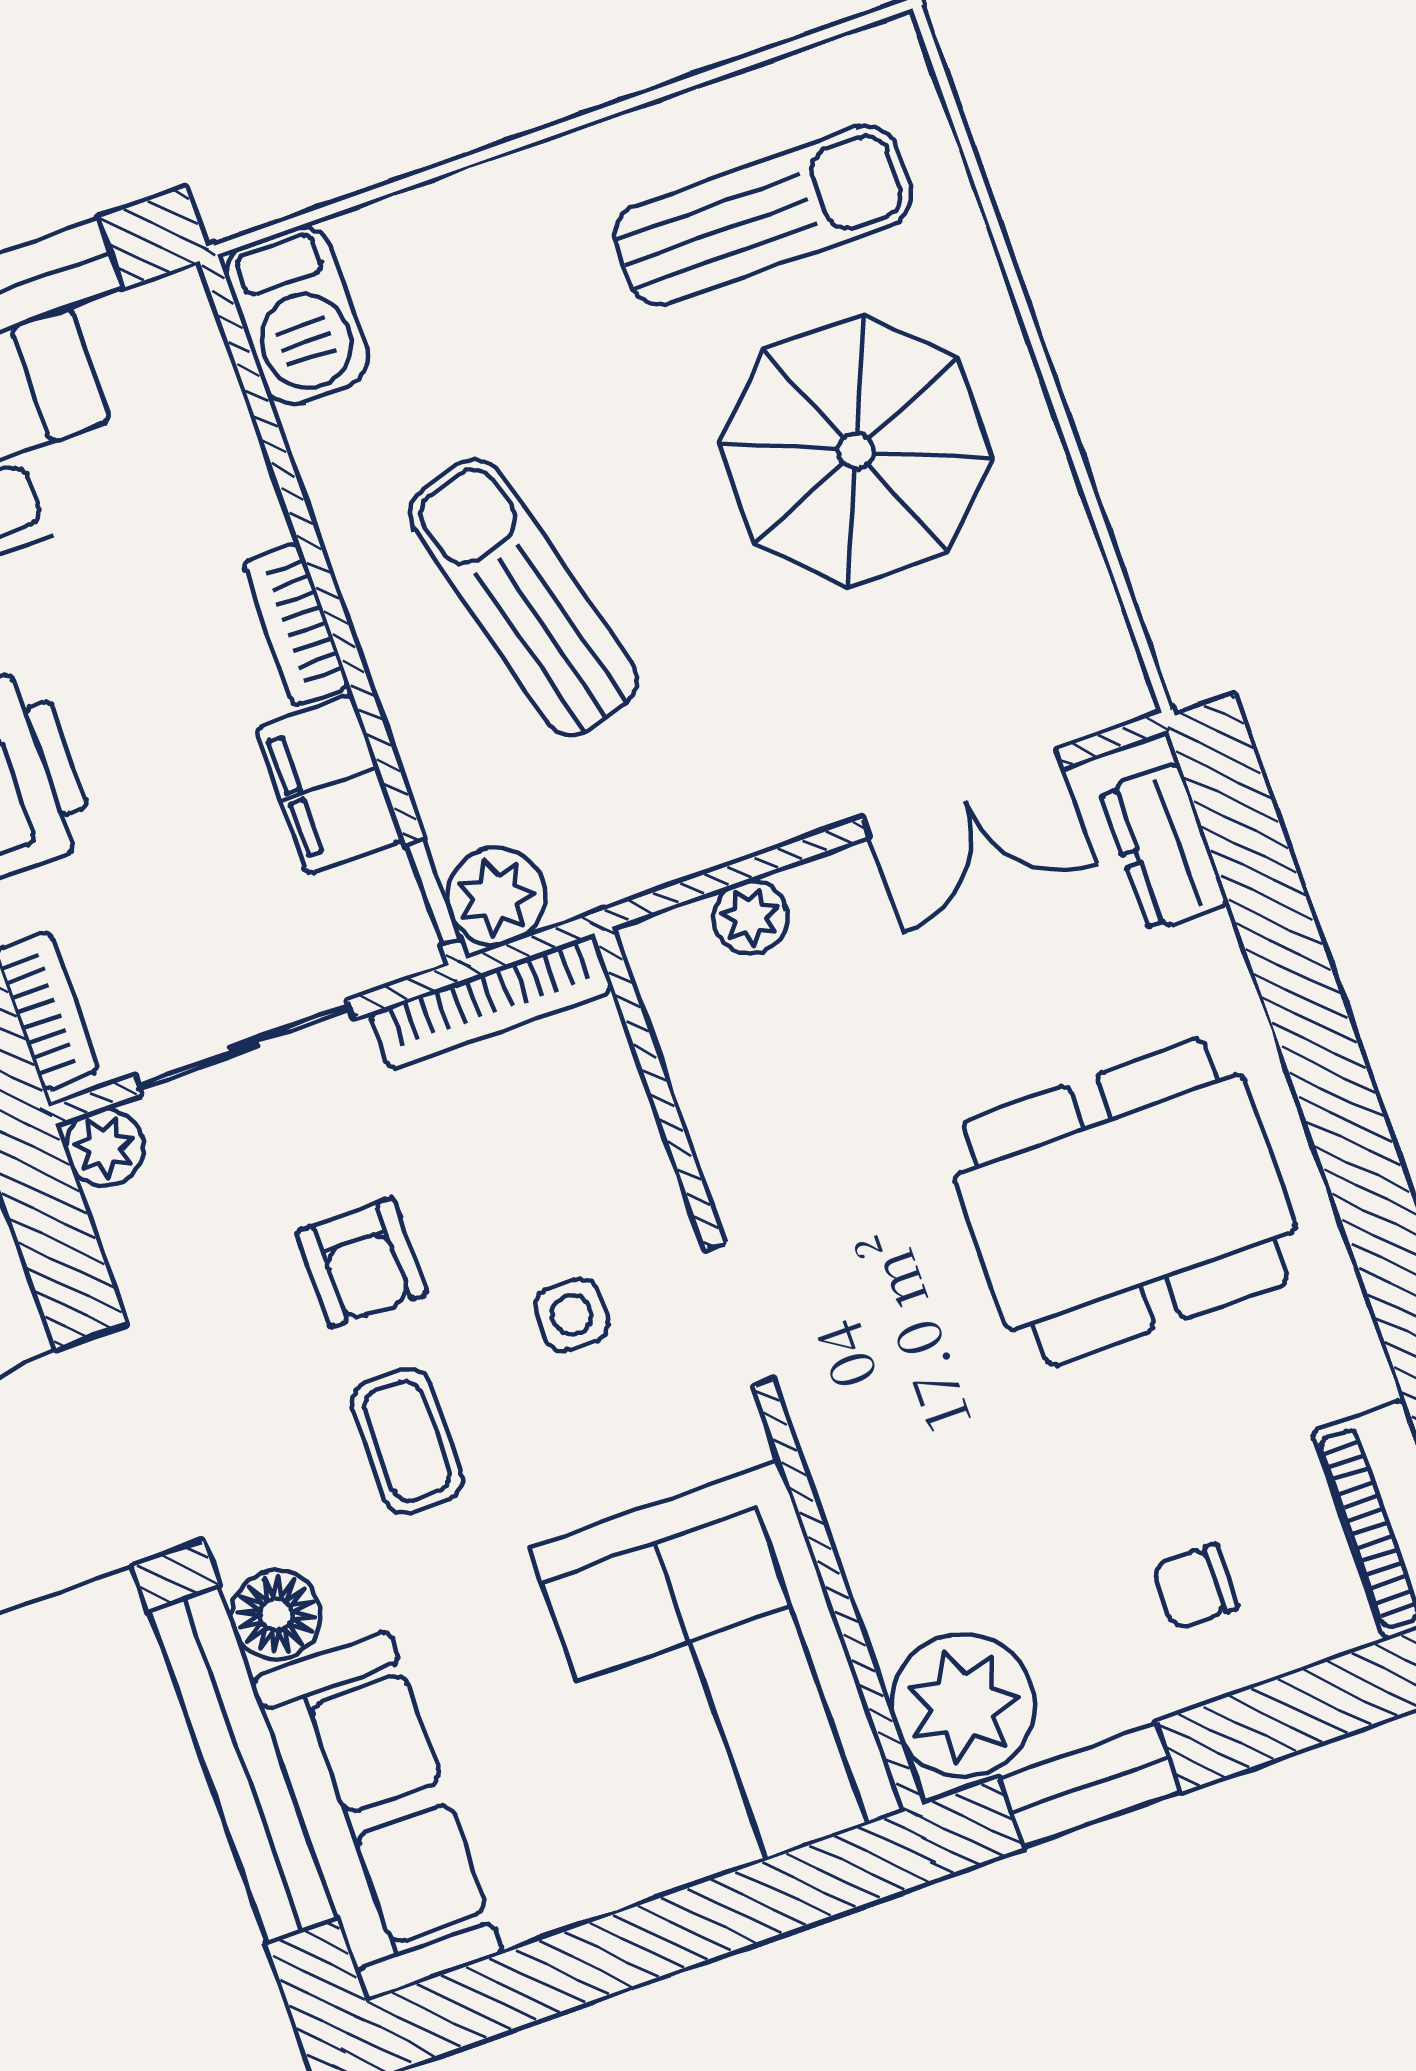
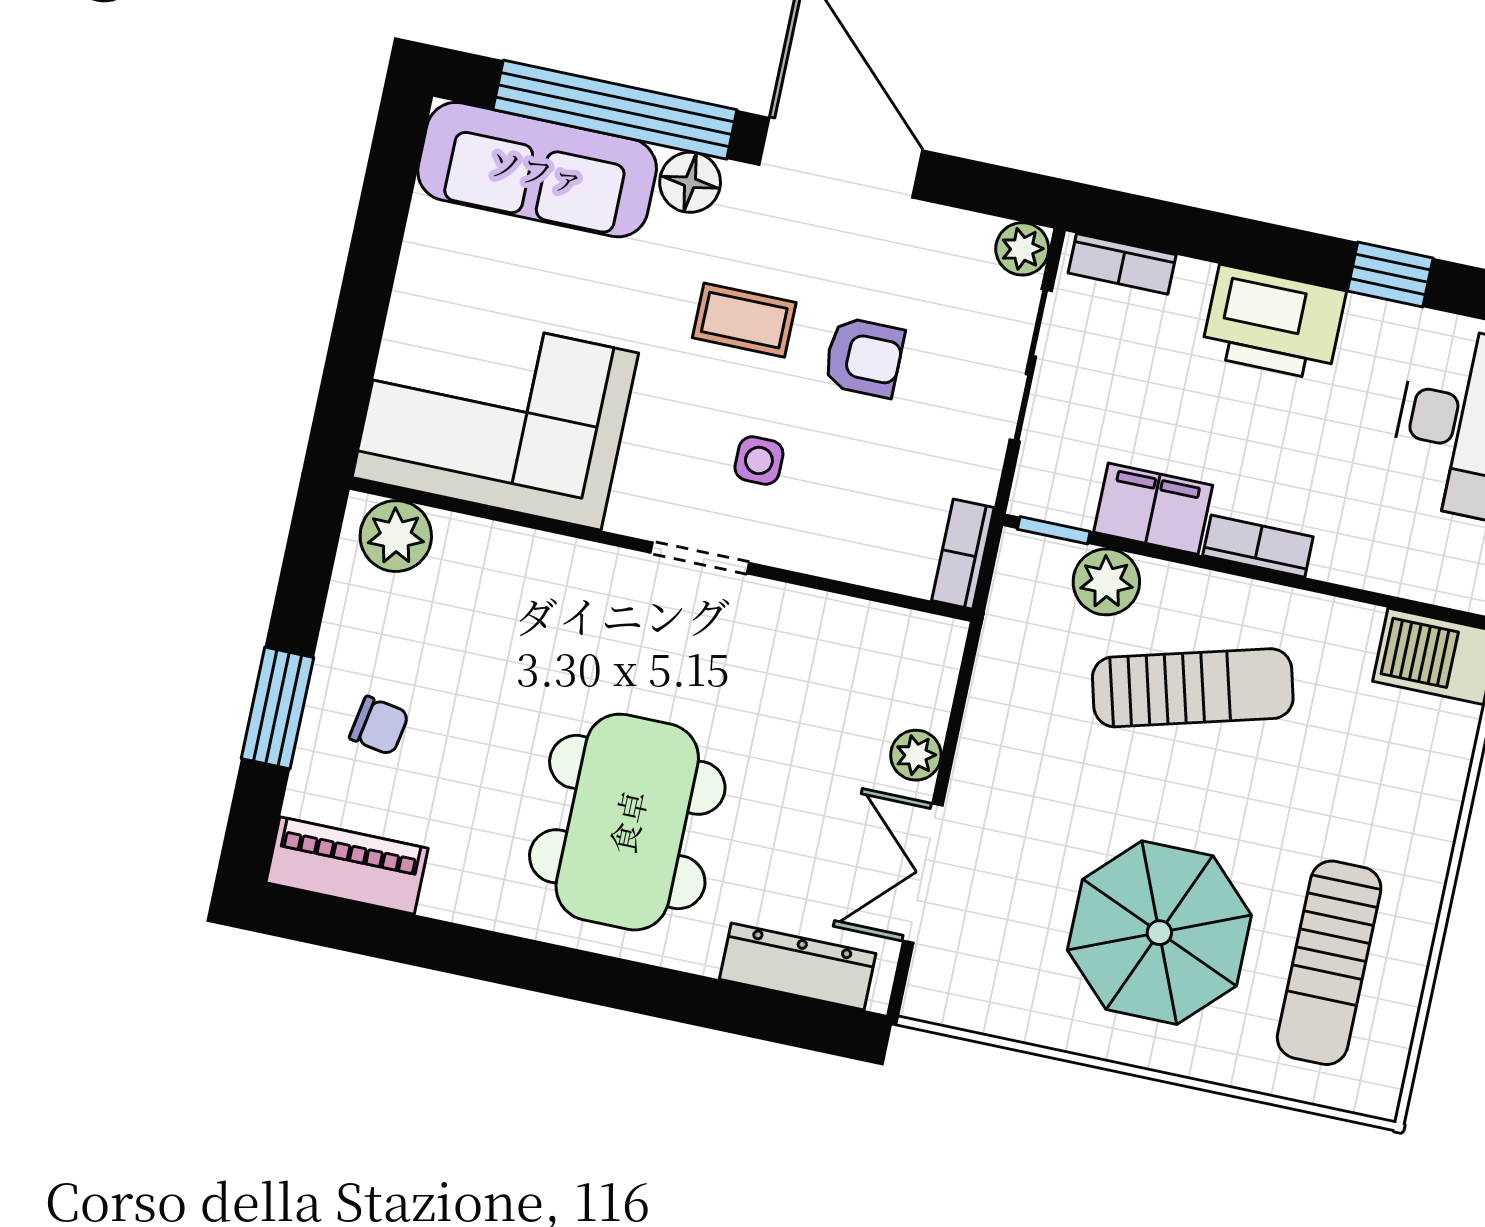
dresser: (1164, 847) -> (798, 966), width x1.44
plant: (496, 897) -> (1106, 582), moved
plant: (750, 917) -> (916, 755), moved
bookcase: (492, 1002) -> (963, 554), width x0.64
armchair: (362, 1263) -> (864, 357), turned 180
chair: (1195, 1587) -> (379, 726), turned 100
plant: (963, 1705) -> (396, 536), width x0.73, depth x0.73
window: (1090, 1785) -> (277, 708), moved

